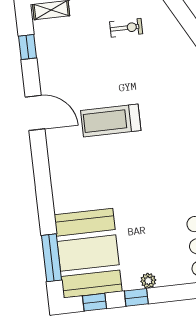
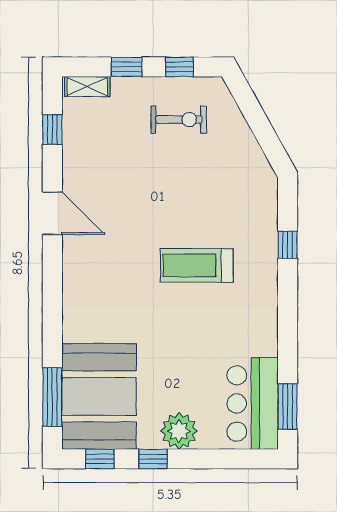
exercise bike: (126, 28) -> (179, 120), width x1.38, depth x1.39
treadmill: (111, 120) -> (197, 265), moved
plant: (148, 281) -> (179, 431), width x1.88, depth x1.88

